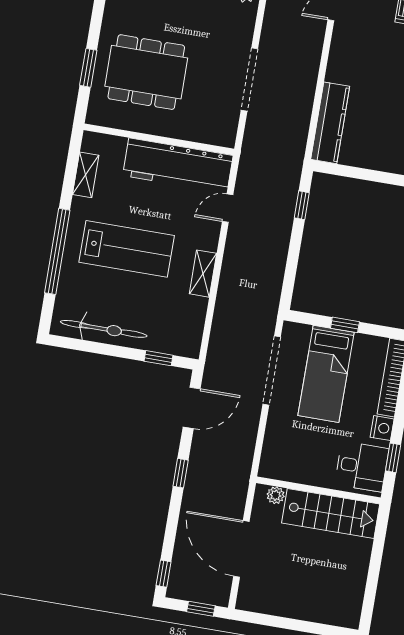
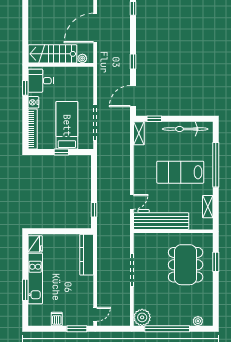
dining table: (146, 72) -> (186, 265), turned 90
shelving: (203, 274) -> (139, 133), moved
door: (241, 549) -> (95, 28), swing flipped

